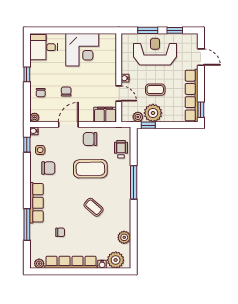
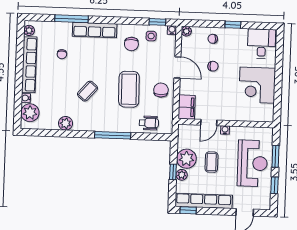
plant: (138, 117) -> (182, 175), moved
window: (148, 125) -> (173, 172), moved
plant: (124, 237) -> (66, 123), moved

